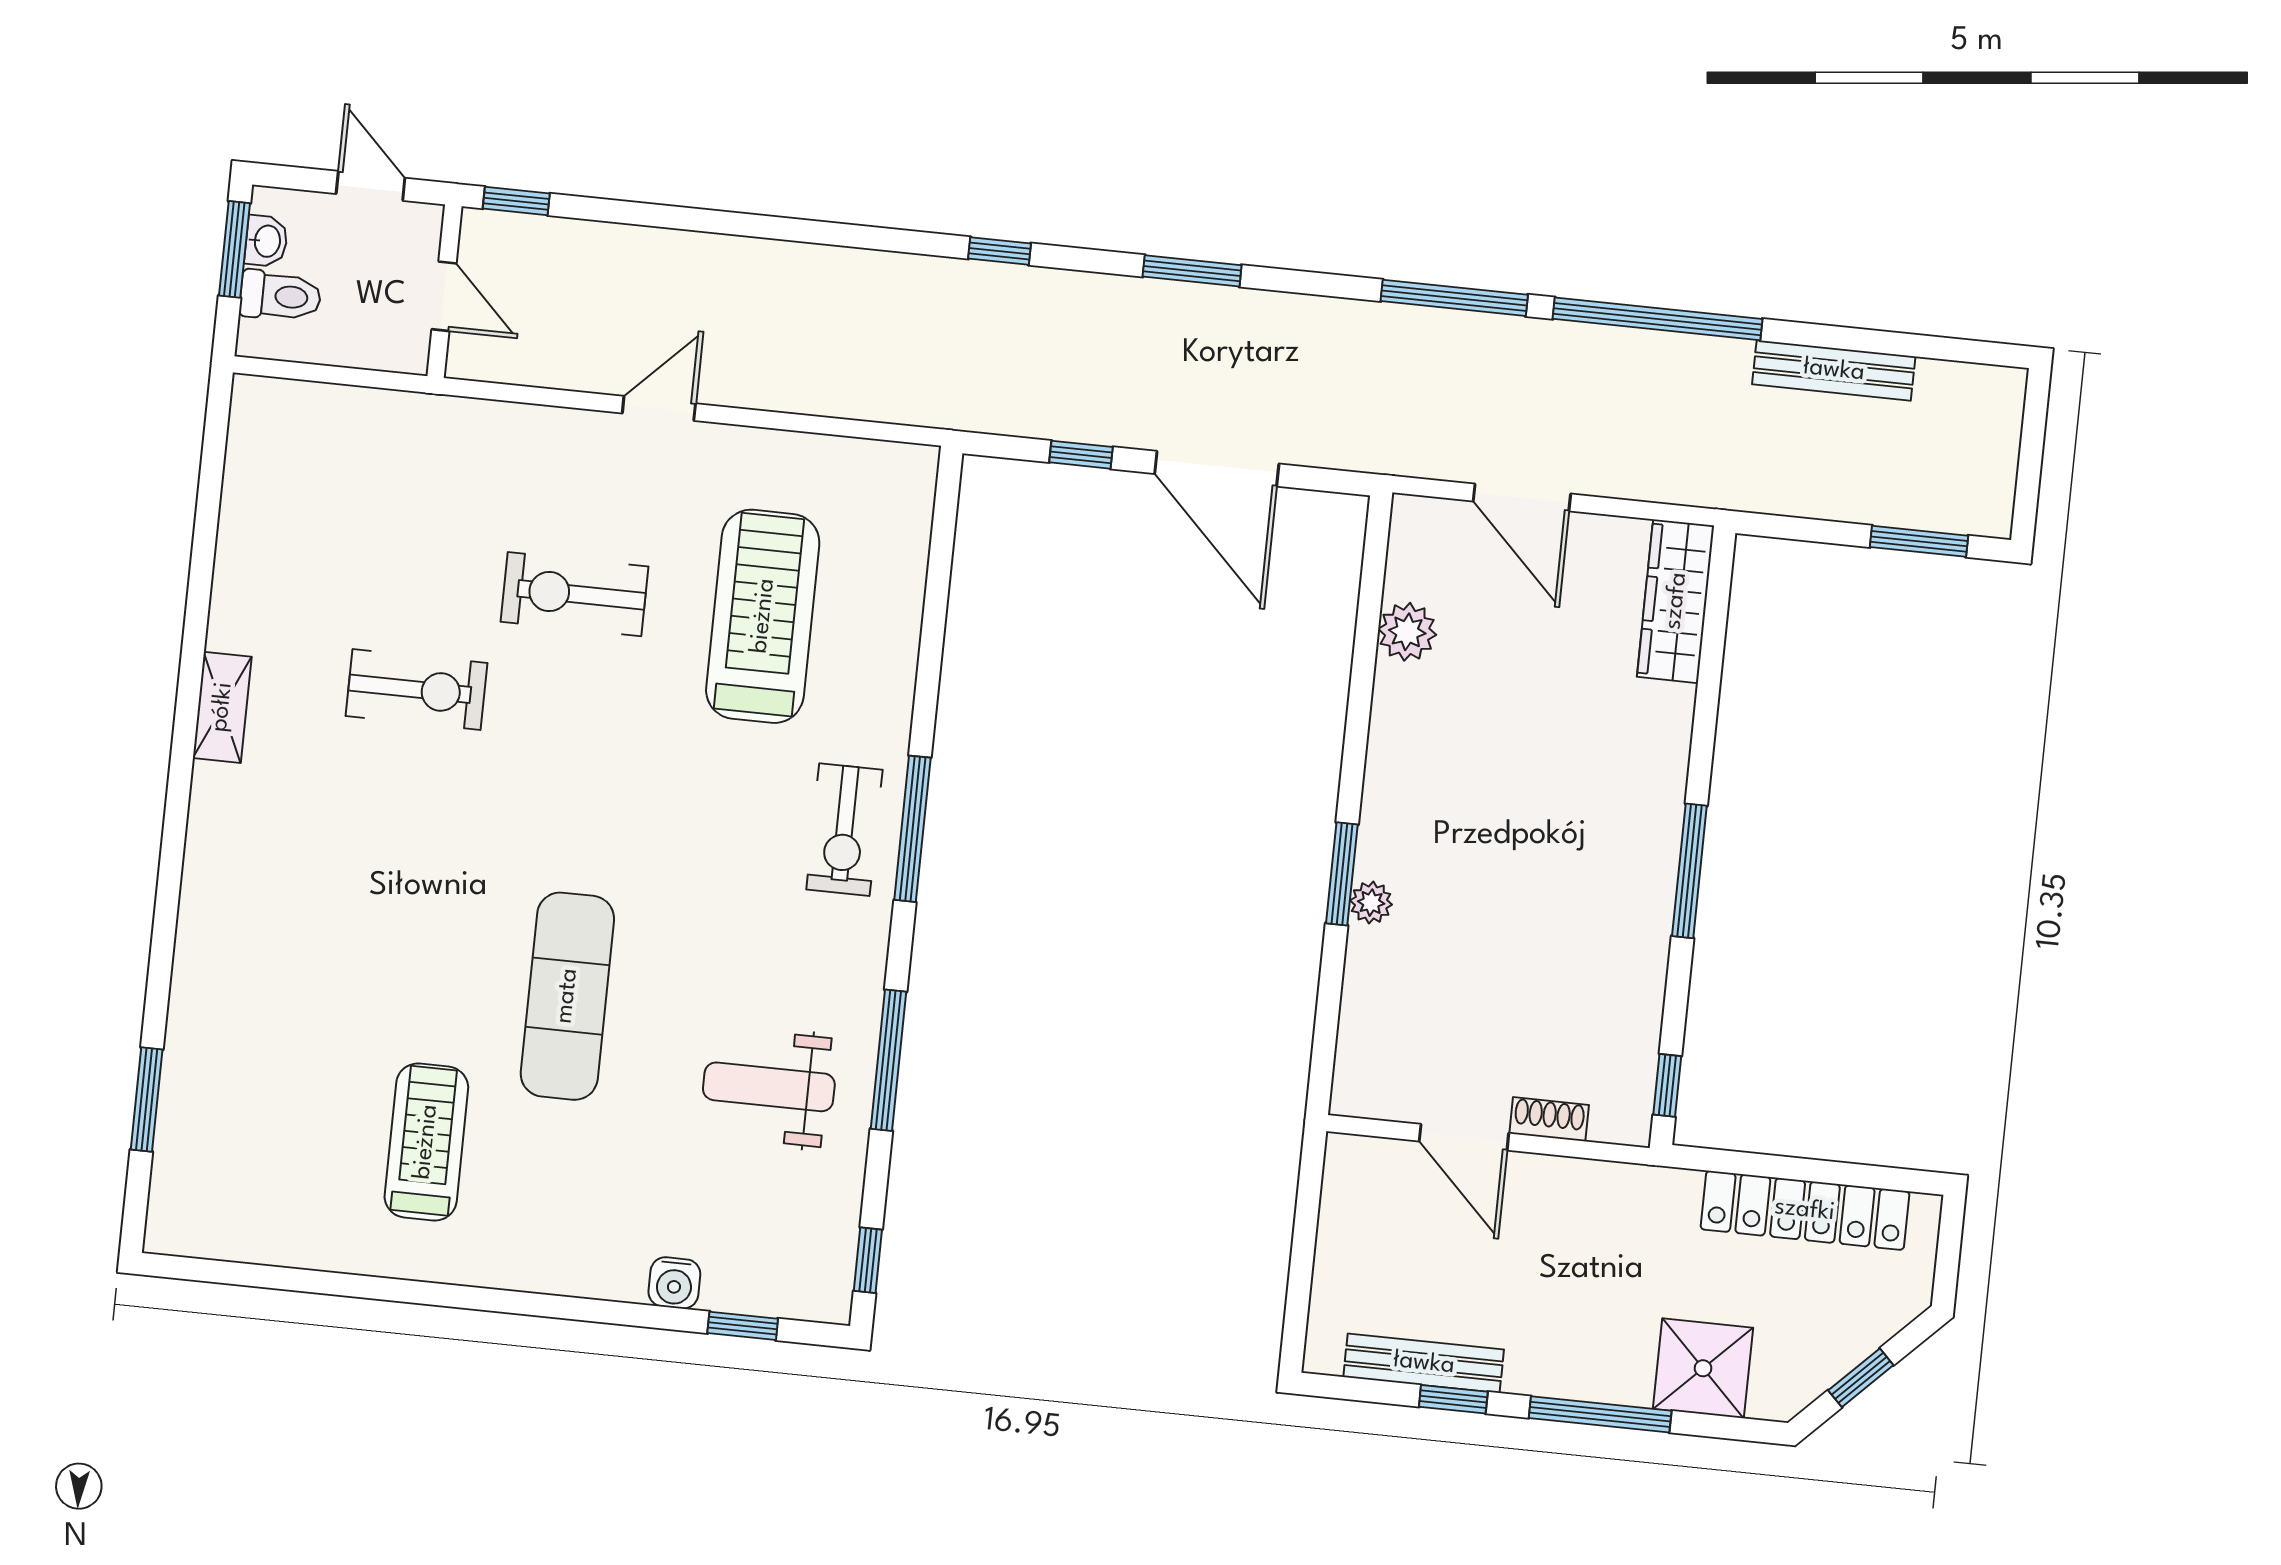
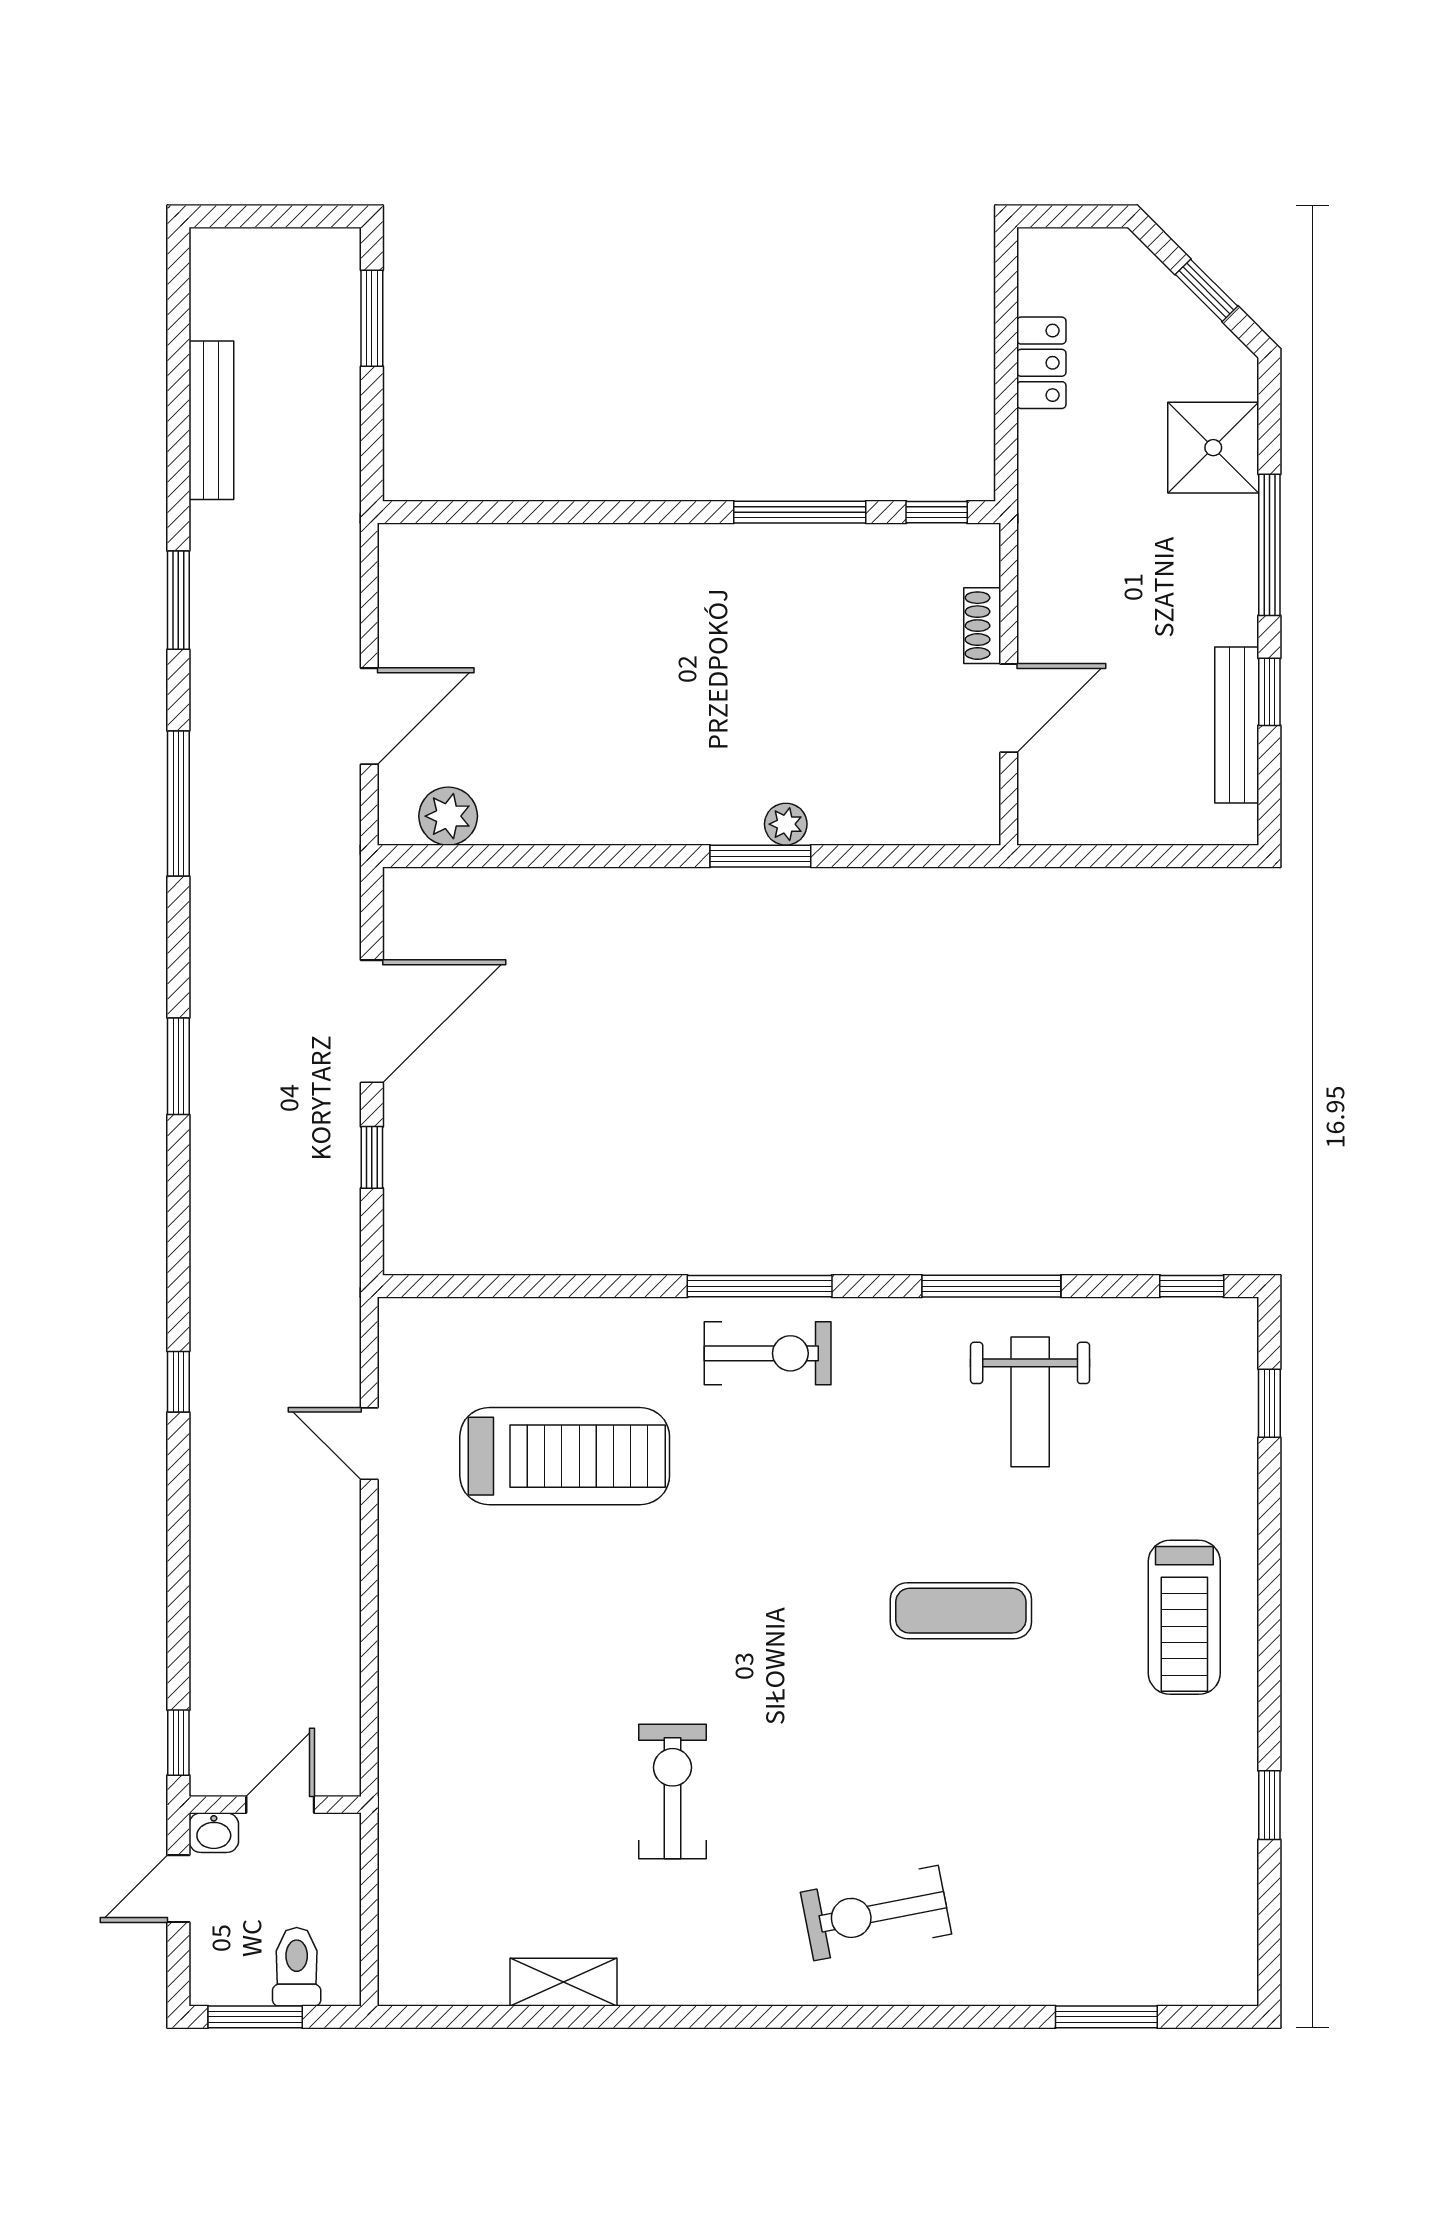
washbasin: (266, 241) -> (214, 1833), moved, turned 180
window: (999, 251) -> (178, 1382), moved
window: (1658, 319) -> (178, 600), width x0.47
door: (659, 408) -> (369, 1444), moved
exercise bike: (574, 594) -> (876, 1913), moved, turned 79
wardrobe: (1676, 601) -> (456, 553), removed
treadmill: (763, 616) -> (565, 1456), turned 180
plant: (1407, 632) -> (448, 816), moved
shelving: (222, 707) -> (563, 1982), moved
window: (1689, 871) -> (800, 512), moved
exercise mat: (567, 996) -> (961, 1611), width x0.73, depth x0.69
treadmill: (426, 1142) -> (1184, 1617), moved, turned -90
locker: (1805, 1210) -> (1041, 363), width x0.46, depth x0.83
water cooler: (674, 1283) -> (1234, 1475), removed
window: (341, 1284) -> (1269, 1805), added

